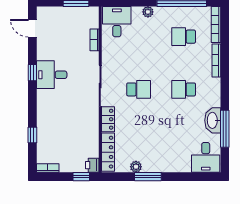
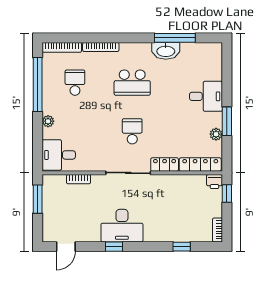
school desk: (184, 37) -> (75, 83), turned 180
desk: (52, 75) -> (122, 226), width x1.37
school desk: (184, 89) -> (132, 83), width x1.85
desk: (206, 157) -> (206, 96), moved

